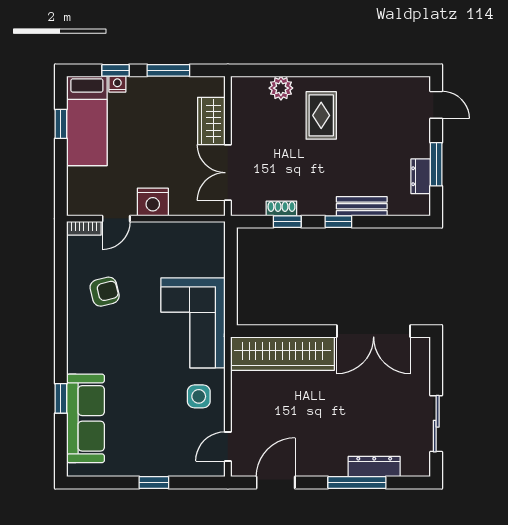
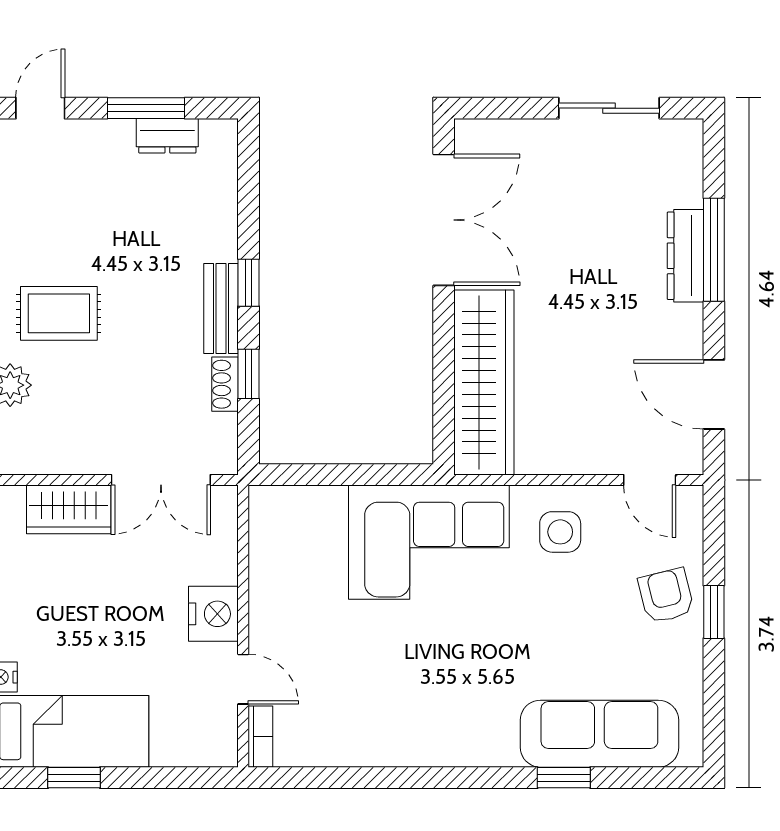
bench: (362, 206) -> (221, 309), moved
armchair: (105, 292) -> (666, 596), moved
dresser: (374, 467) -> (685, 256), moved

